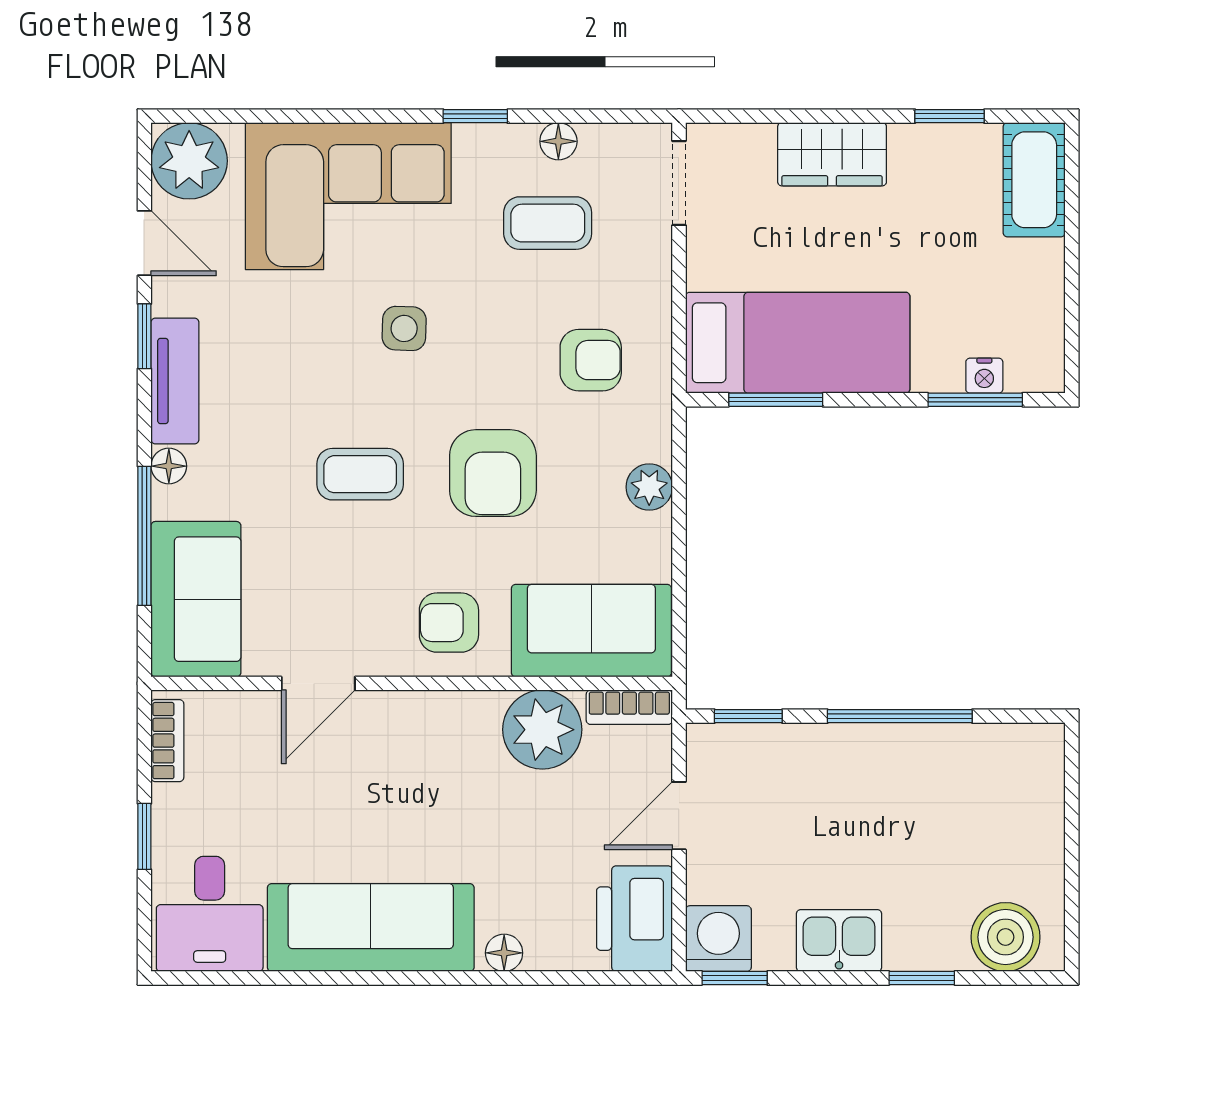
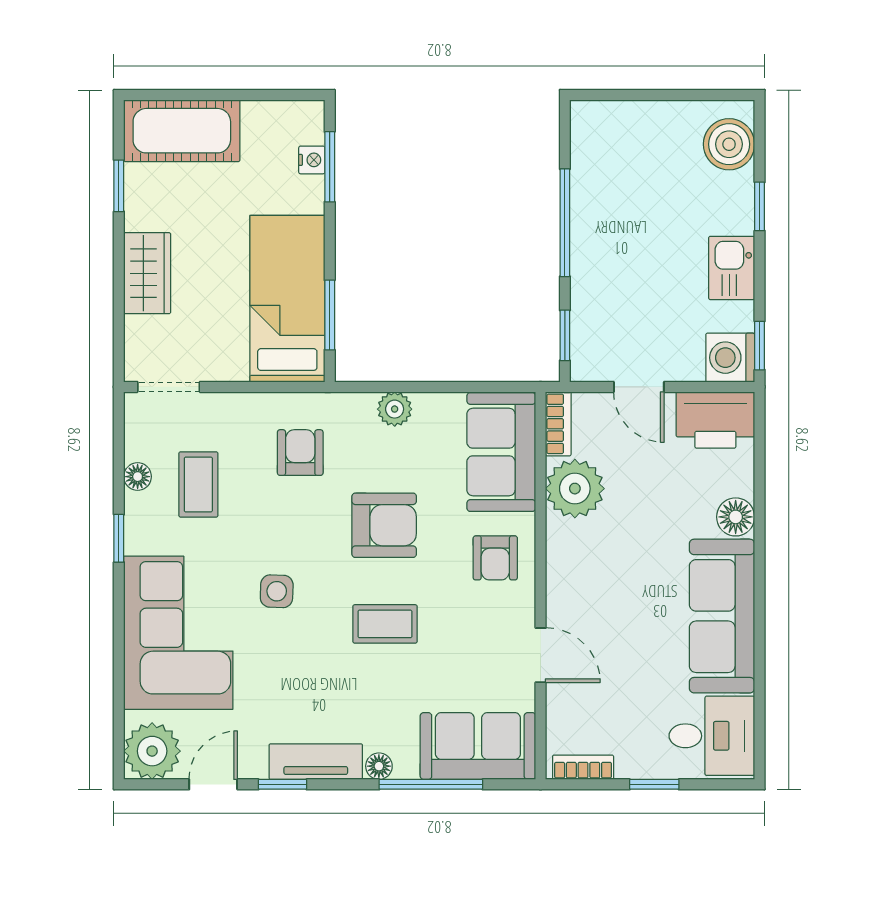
cot: (1034, 180) -> (182, 131), width x1.37, depth x1.34
coffee table: (360, 474) -> (385, 624), turned 90
floor lamp: (504, 953) -> (736, 517), width x1.37, depth x1.37

